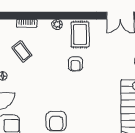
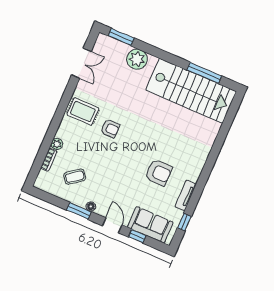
plant: (57, 24) -> (57, 144), moved

